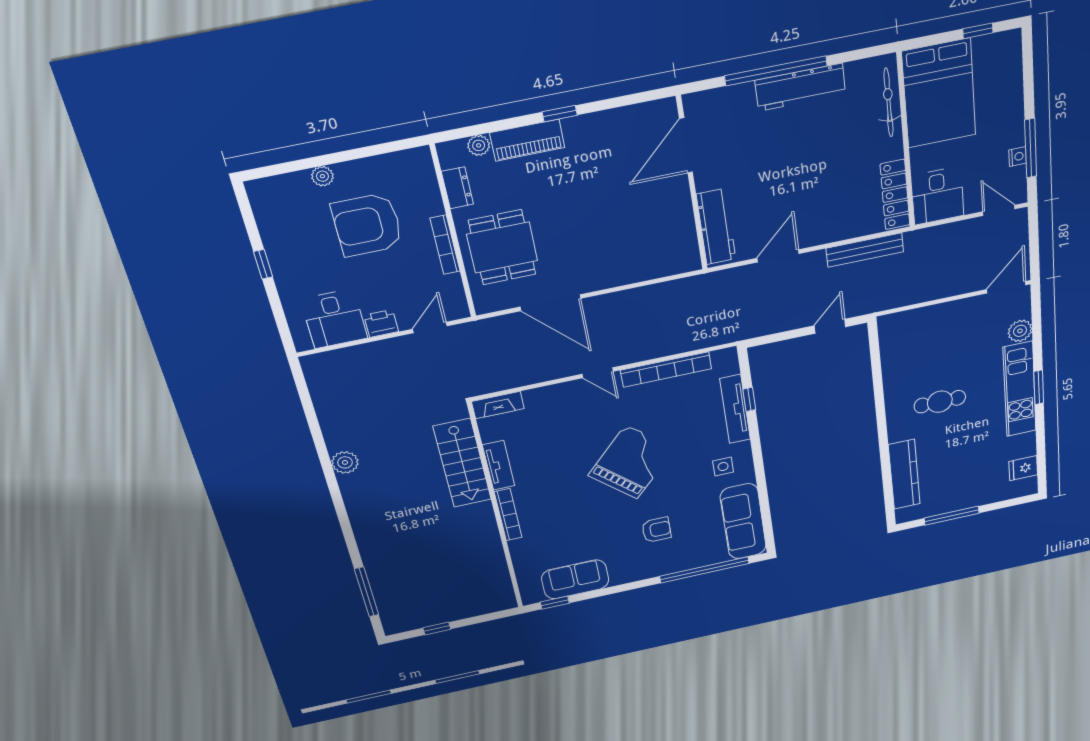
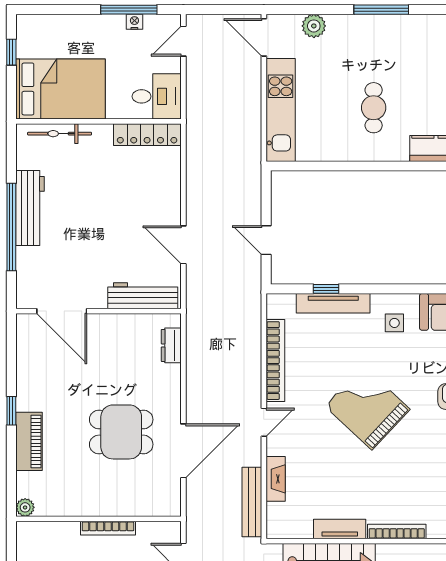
plant: (479, 145) -> (25, 507), moved
dresser: (457, 188) -> (171, 345), moved, turned -90
dining table: (502, 247) -> (121, 432), moved
bench: (865, 250) -> (252, 502), moved
door: (830, 326) -> (266, 240), moved
window: (1039, 387) -> (381, 10), width x1.44
kitchen unit: (1020, 389) -> (281, 110), moved, turned -90
fireplace: (498, 405) -> (276, 479), moved

